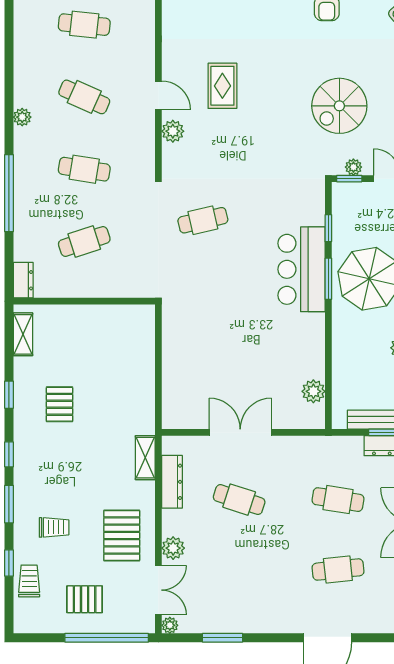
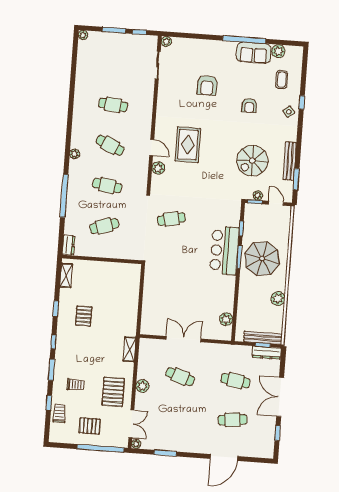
rug: (222, 86) -> (188, 145), width x1.36, depth x1.43
dresser: (172, 482) -> (143, 364), removed
plant: (173, 548) -> (142, 386), moved

